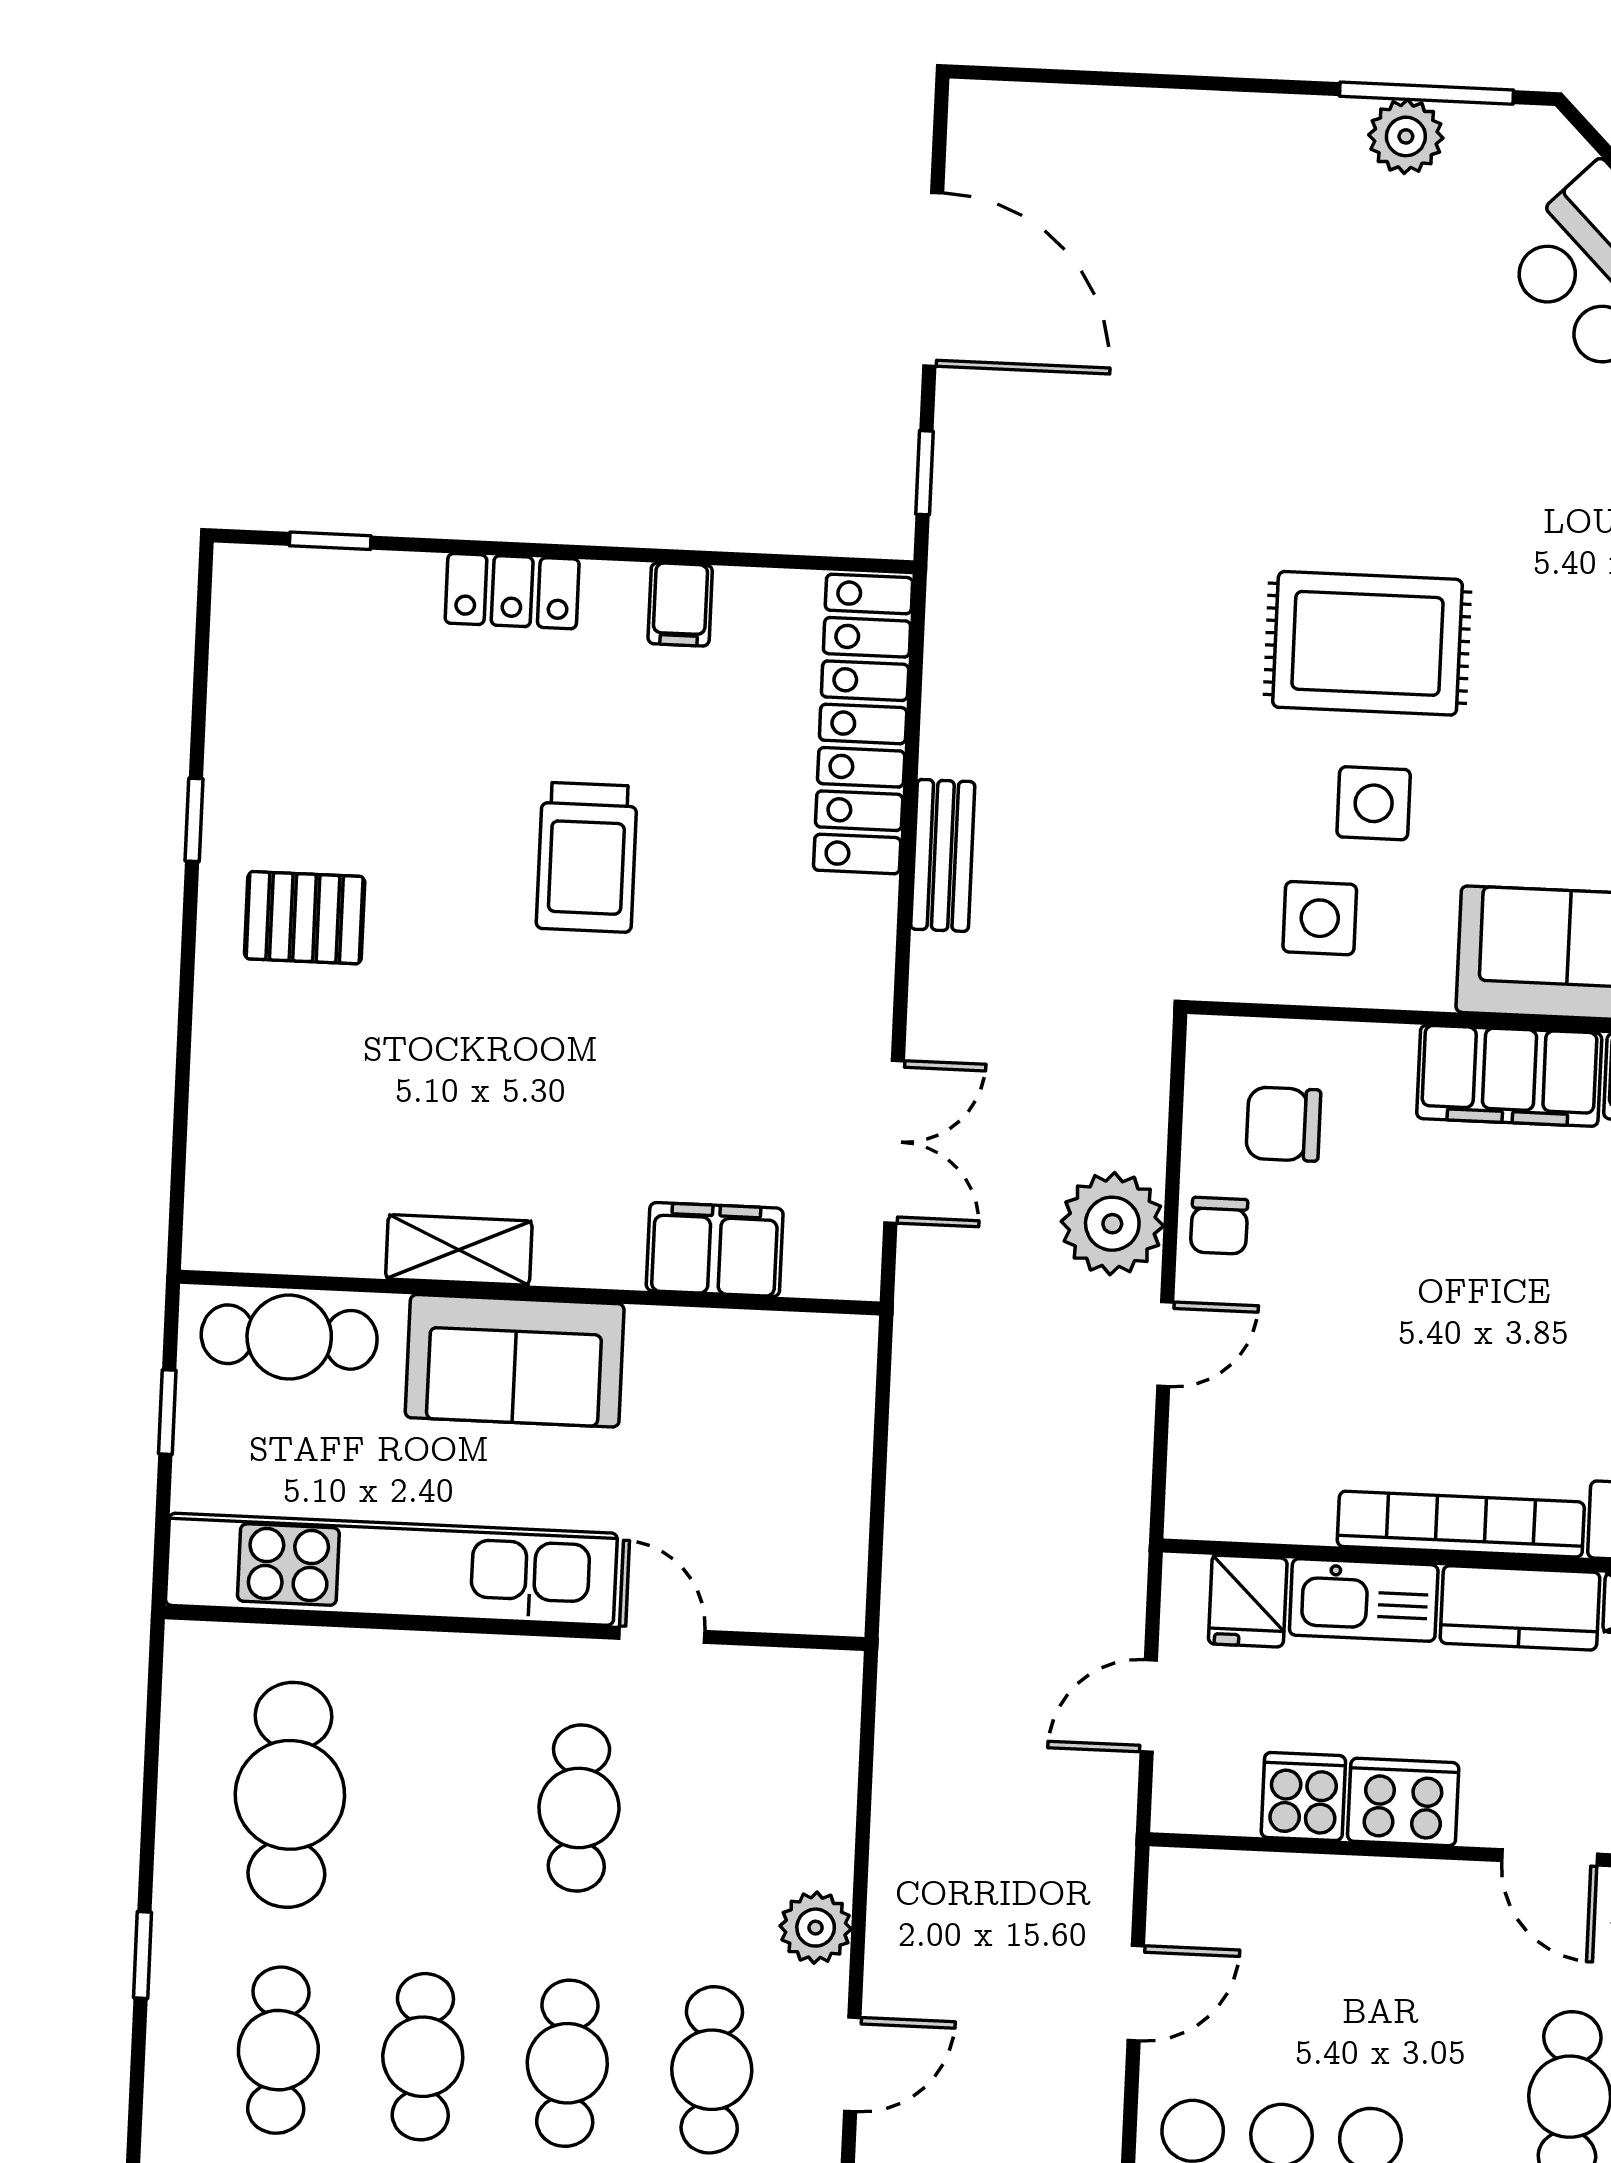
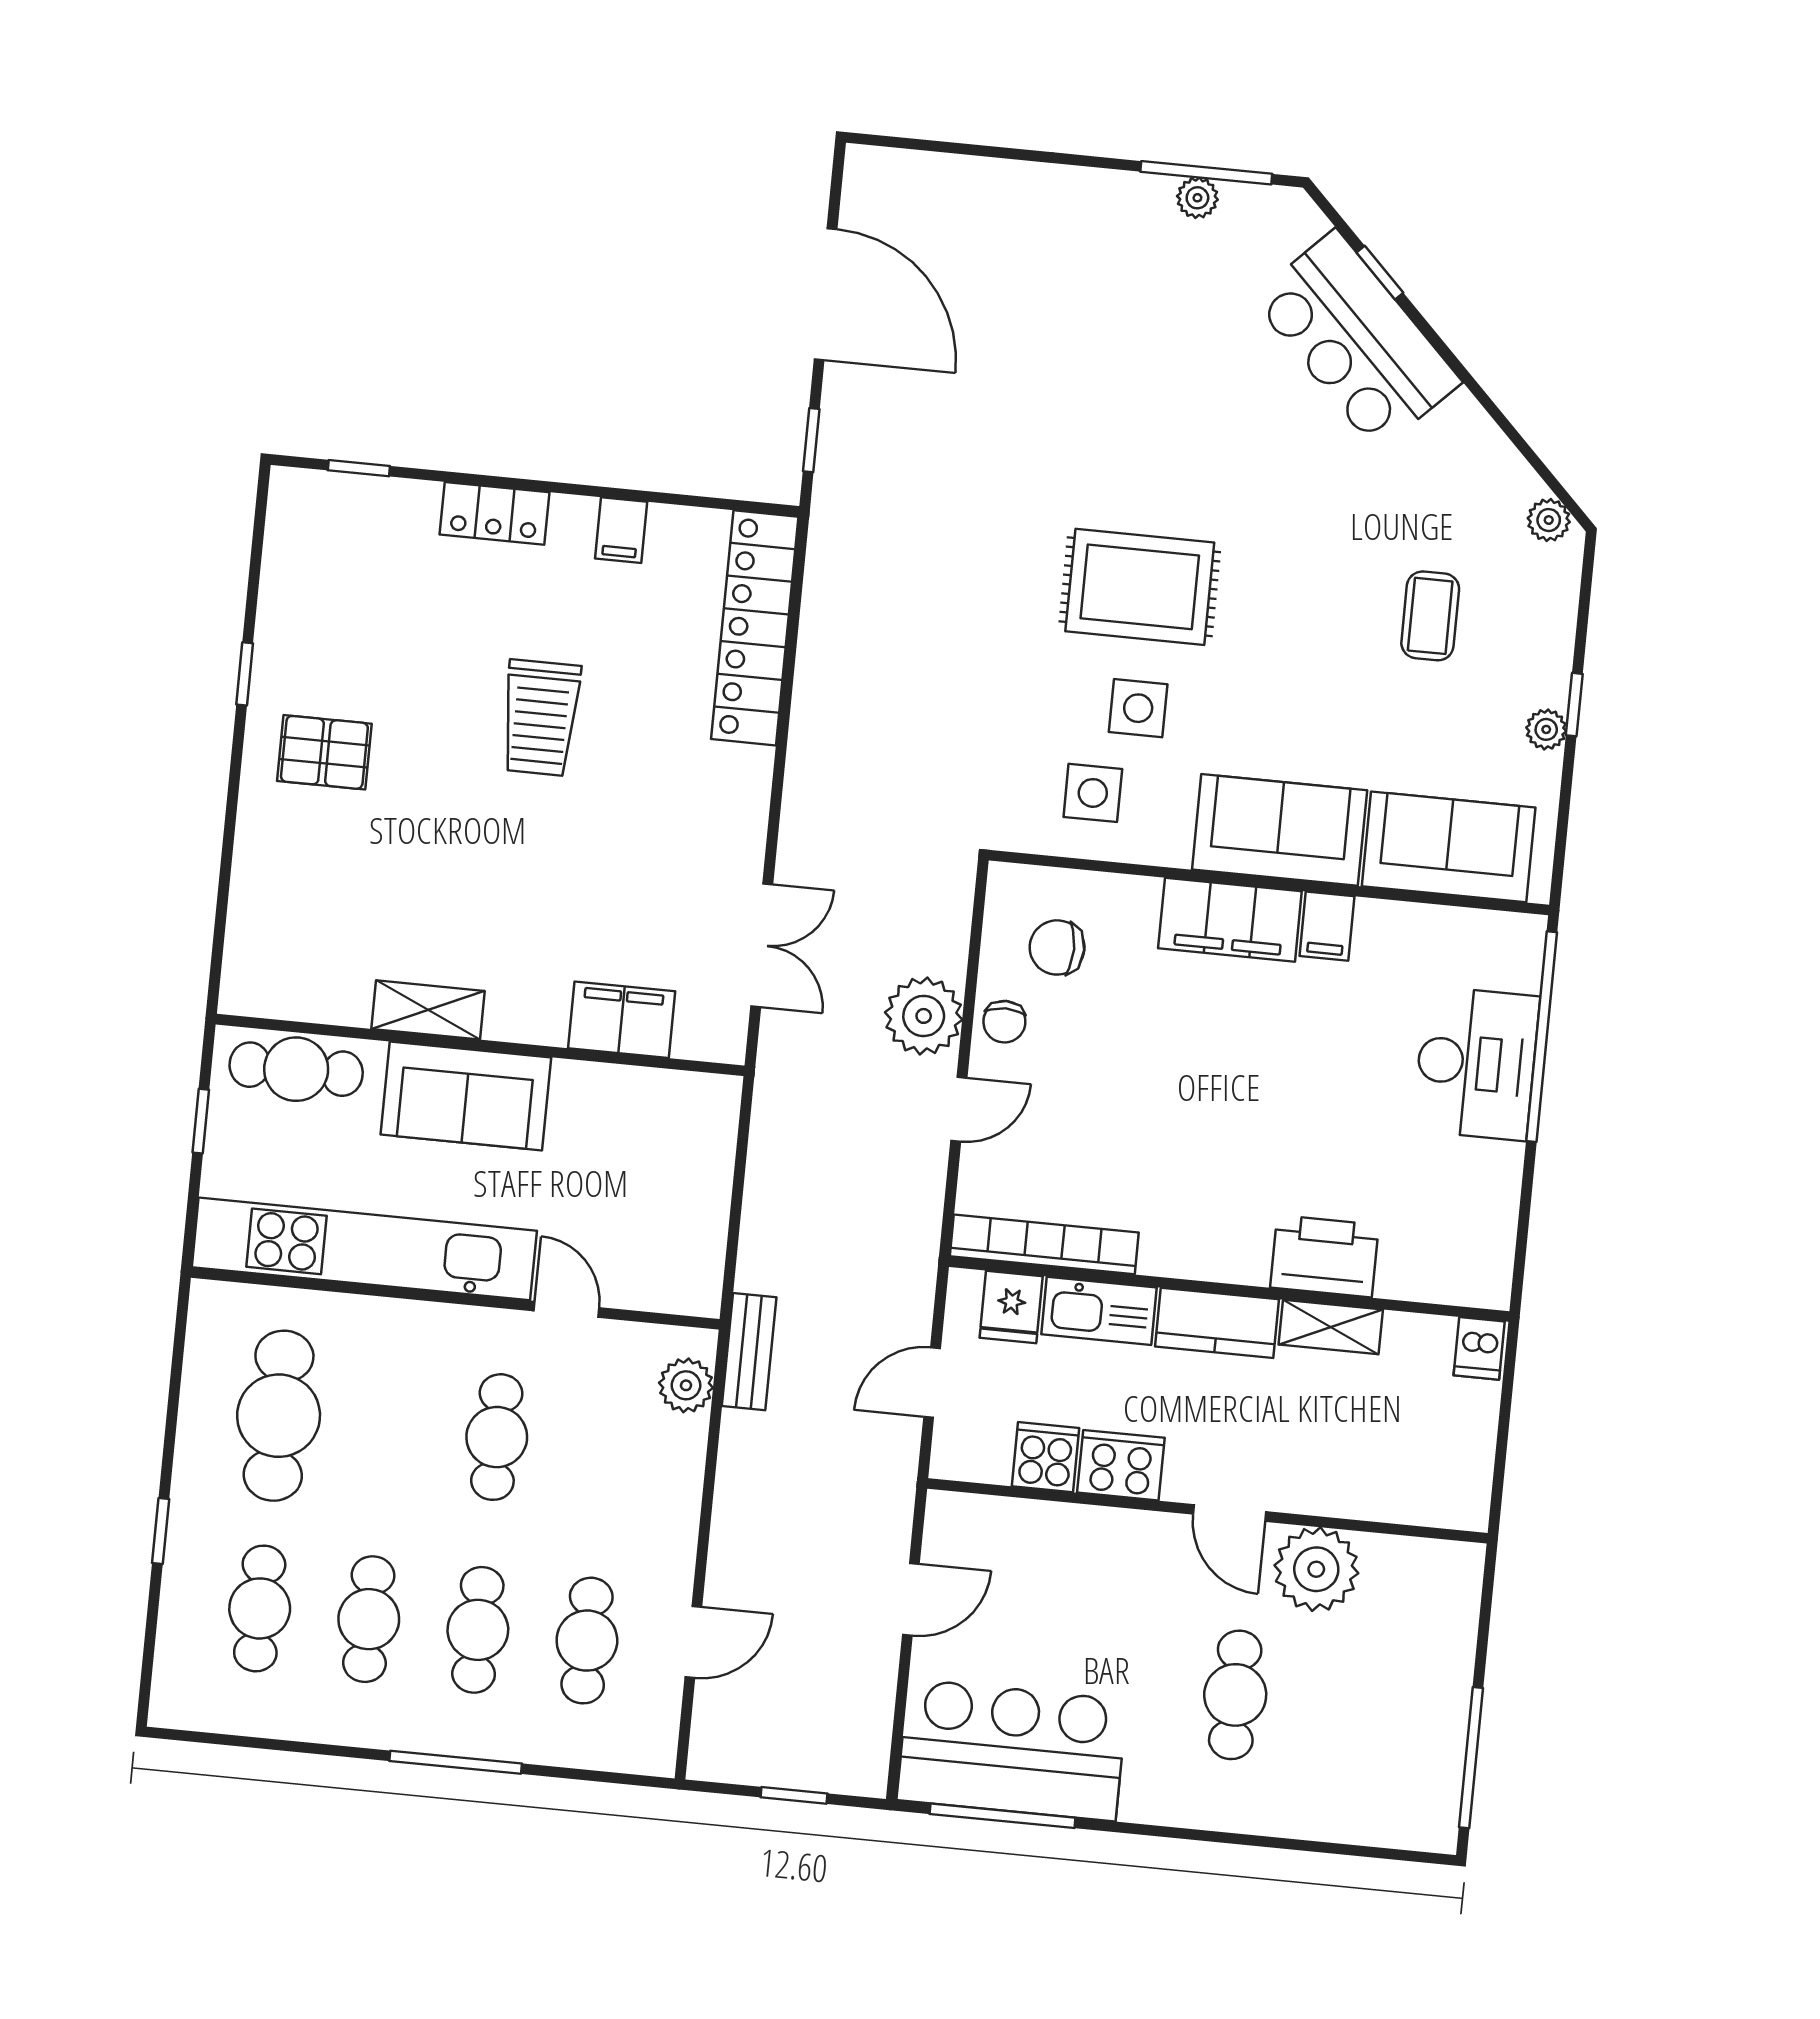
plant: (1406, 136) -> (1197, 198), width x0.73, depth x0.73
bench: (943, 855) -> (749, 1352), moved
bookcase: (1461, 1524) -> (1044, 1244), moved
plant: (816, 1928) -> (686, 1385), moved

